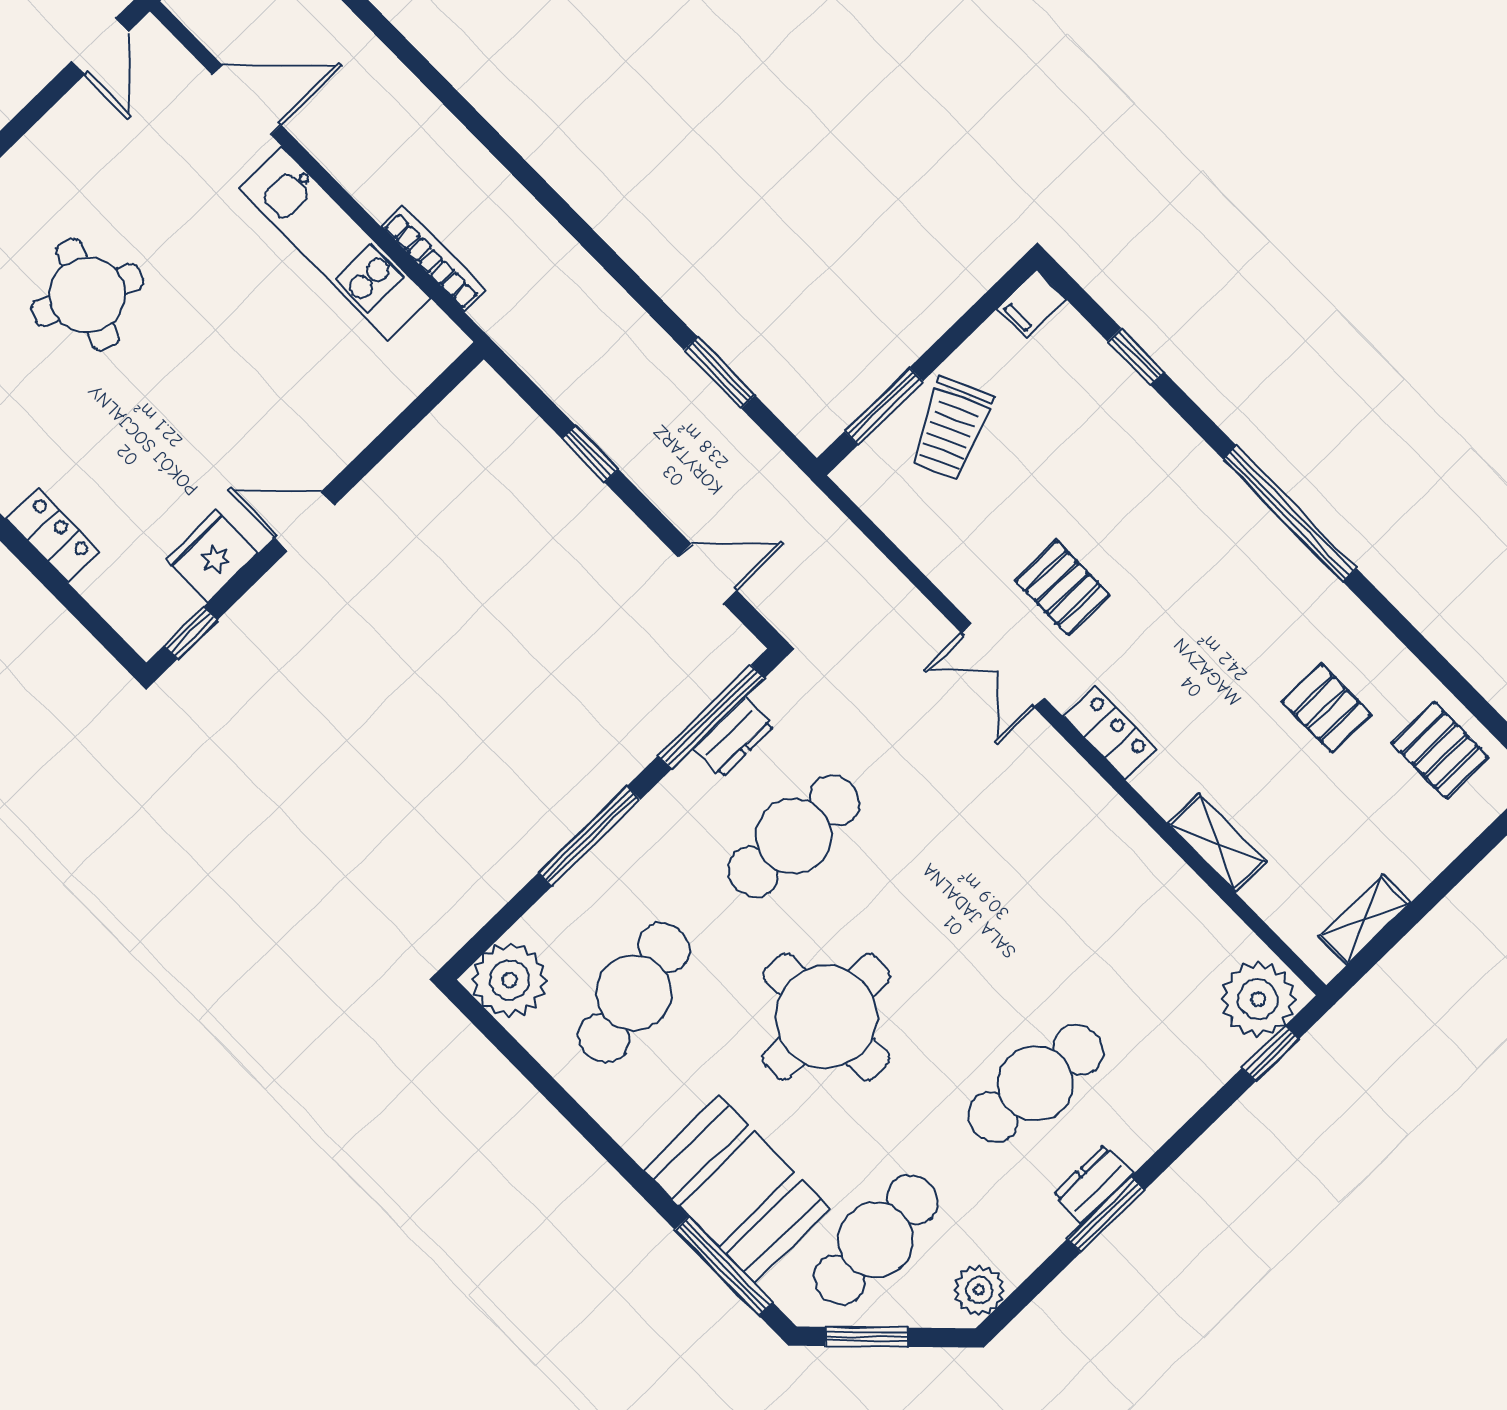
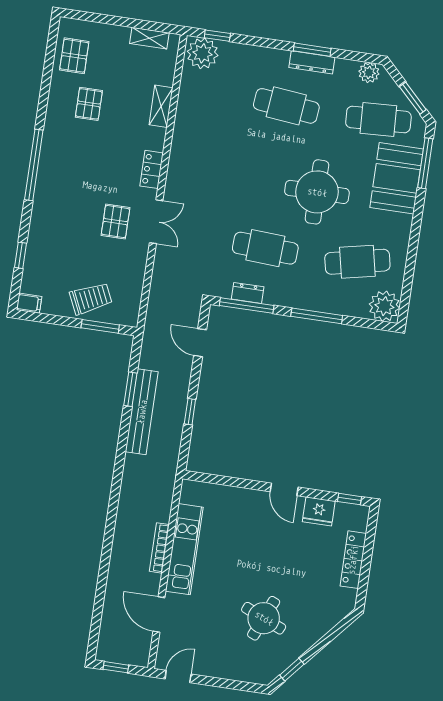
bookcase: (433, 259) -> (159, 548), moved
bench: (660, 362) -> (142, 412), added
locker: (53, 535) -> (353, 560), width x1.53
dresser: (1093, 1184) -> (312, 62), width x1.44

